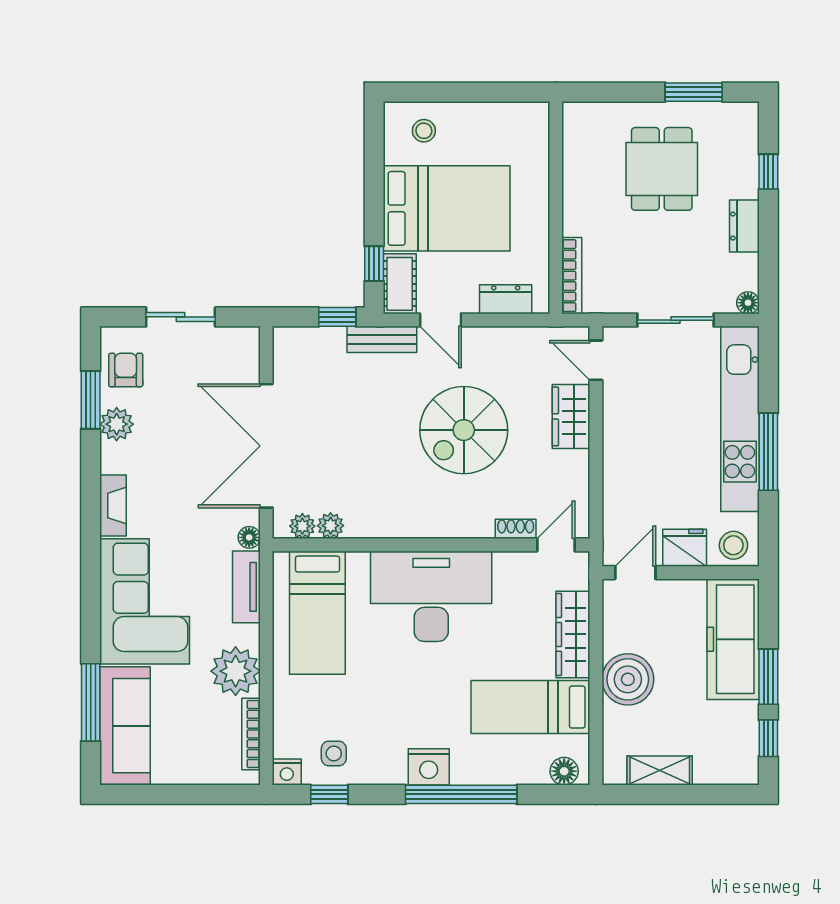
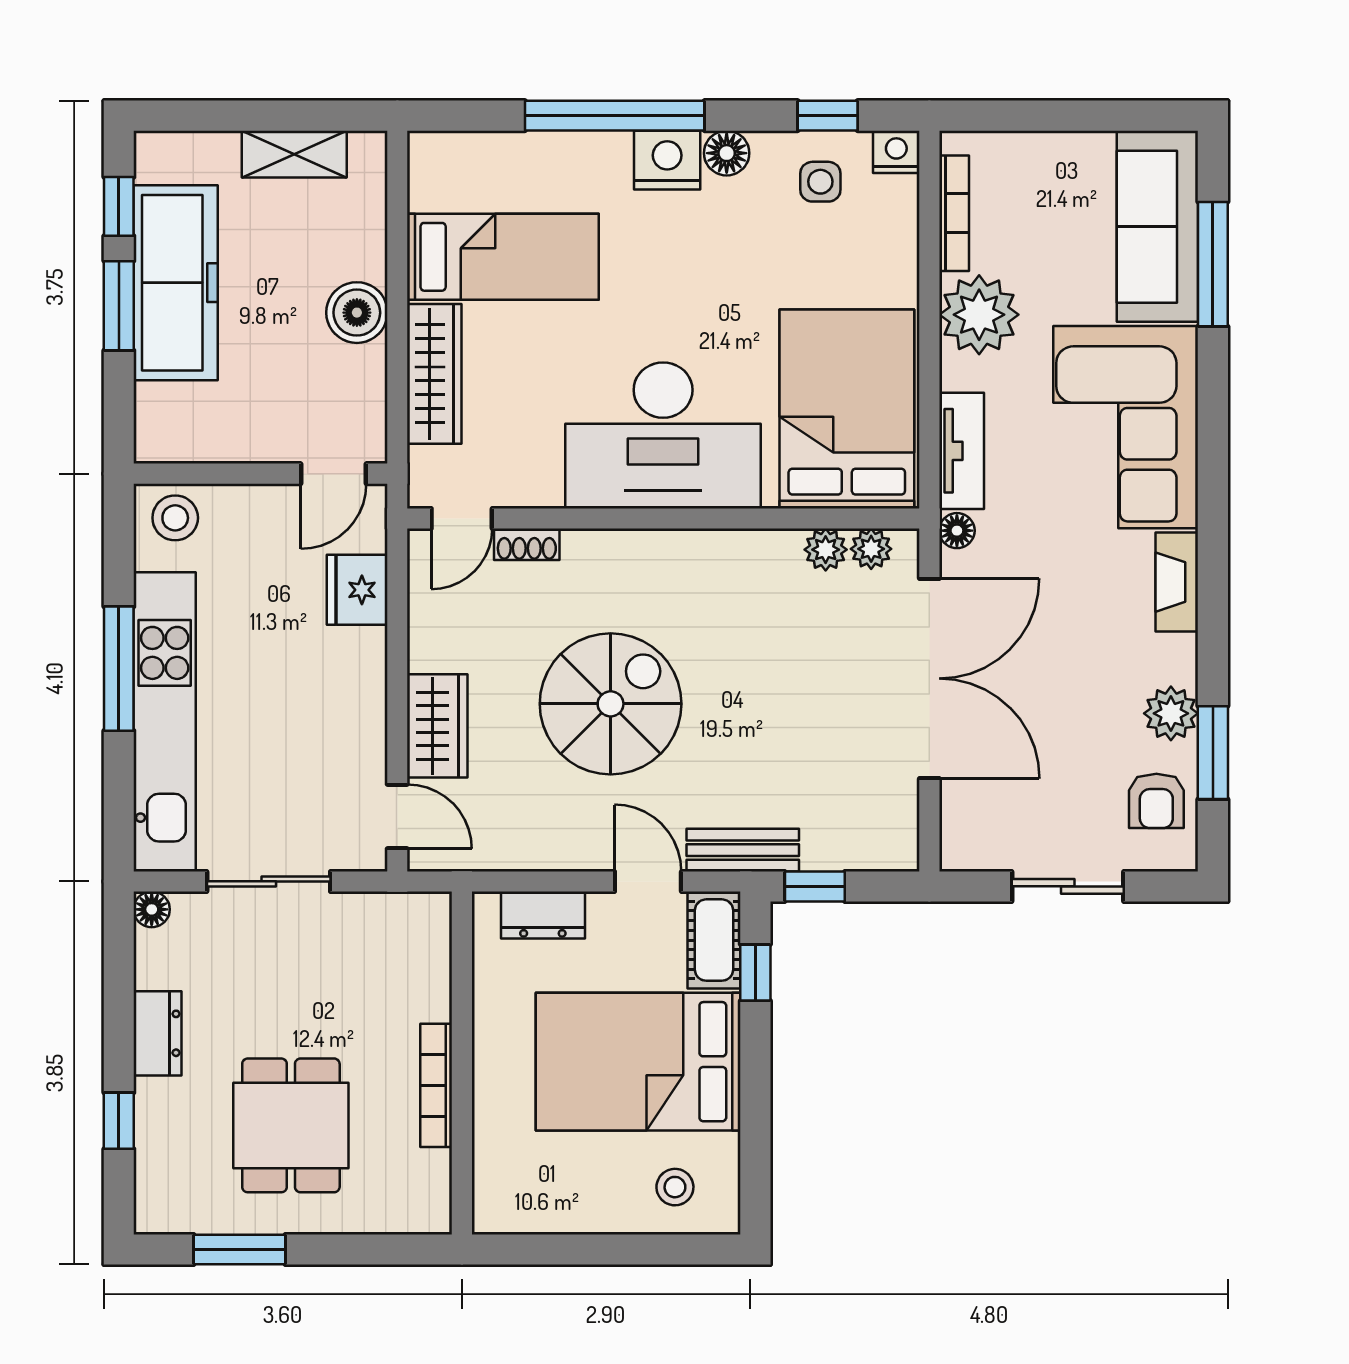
bookcase: (572, 276) -> (436, 1085), moved
fridge: (685, 548) -> (357, 590), moved, turned 90
bed: (317, 613) -> (847, 409), width x1.50
freezer: (733, 639) -> (176, 283), moved
boiler: (628, 679) -> (357, 313), width x0.73, depth x0.73
floor lamp: (564, 771) -> (727, 153), moved

